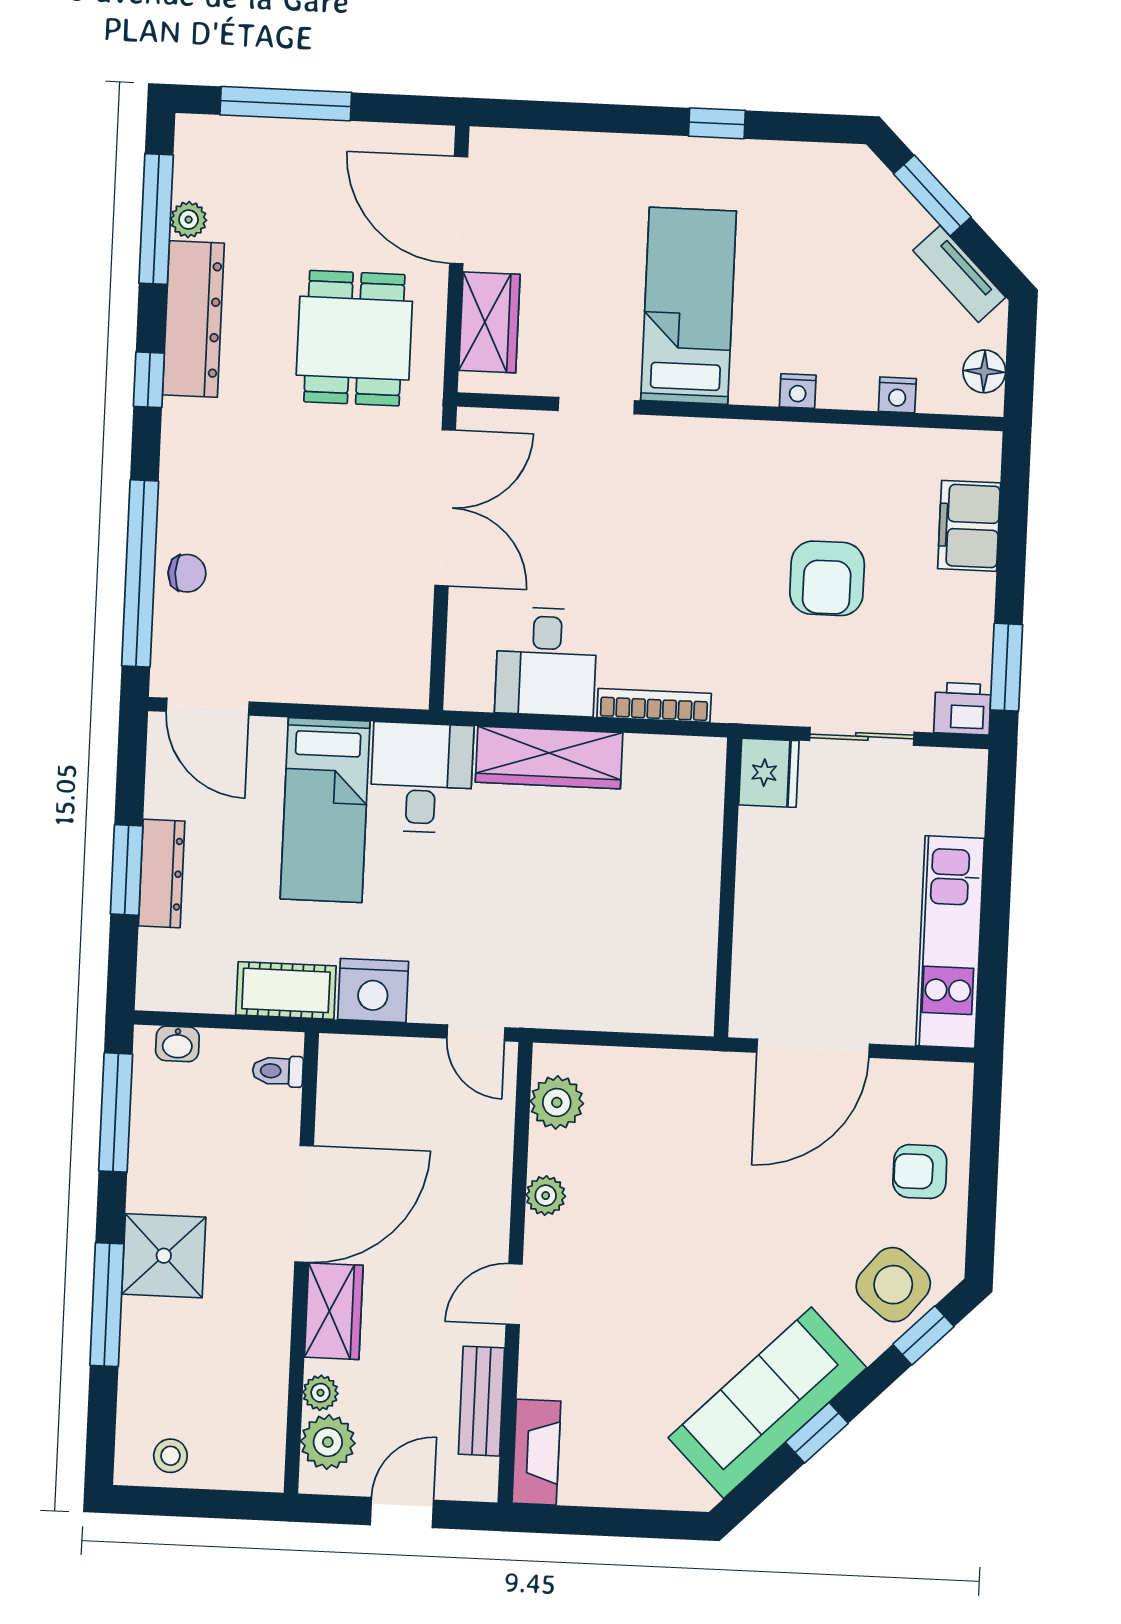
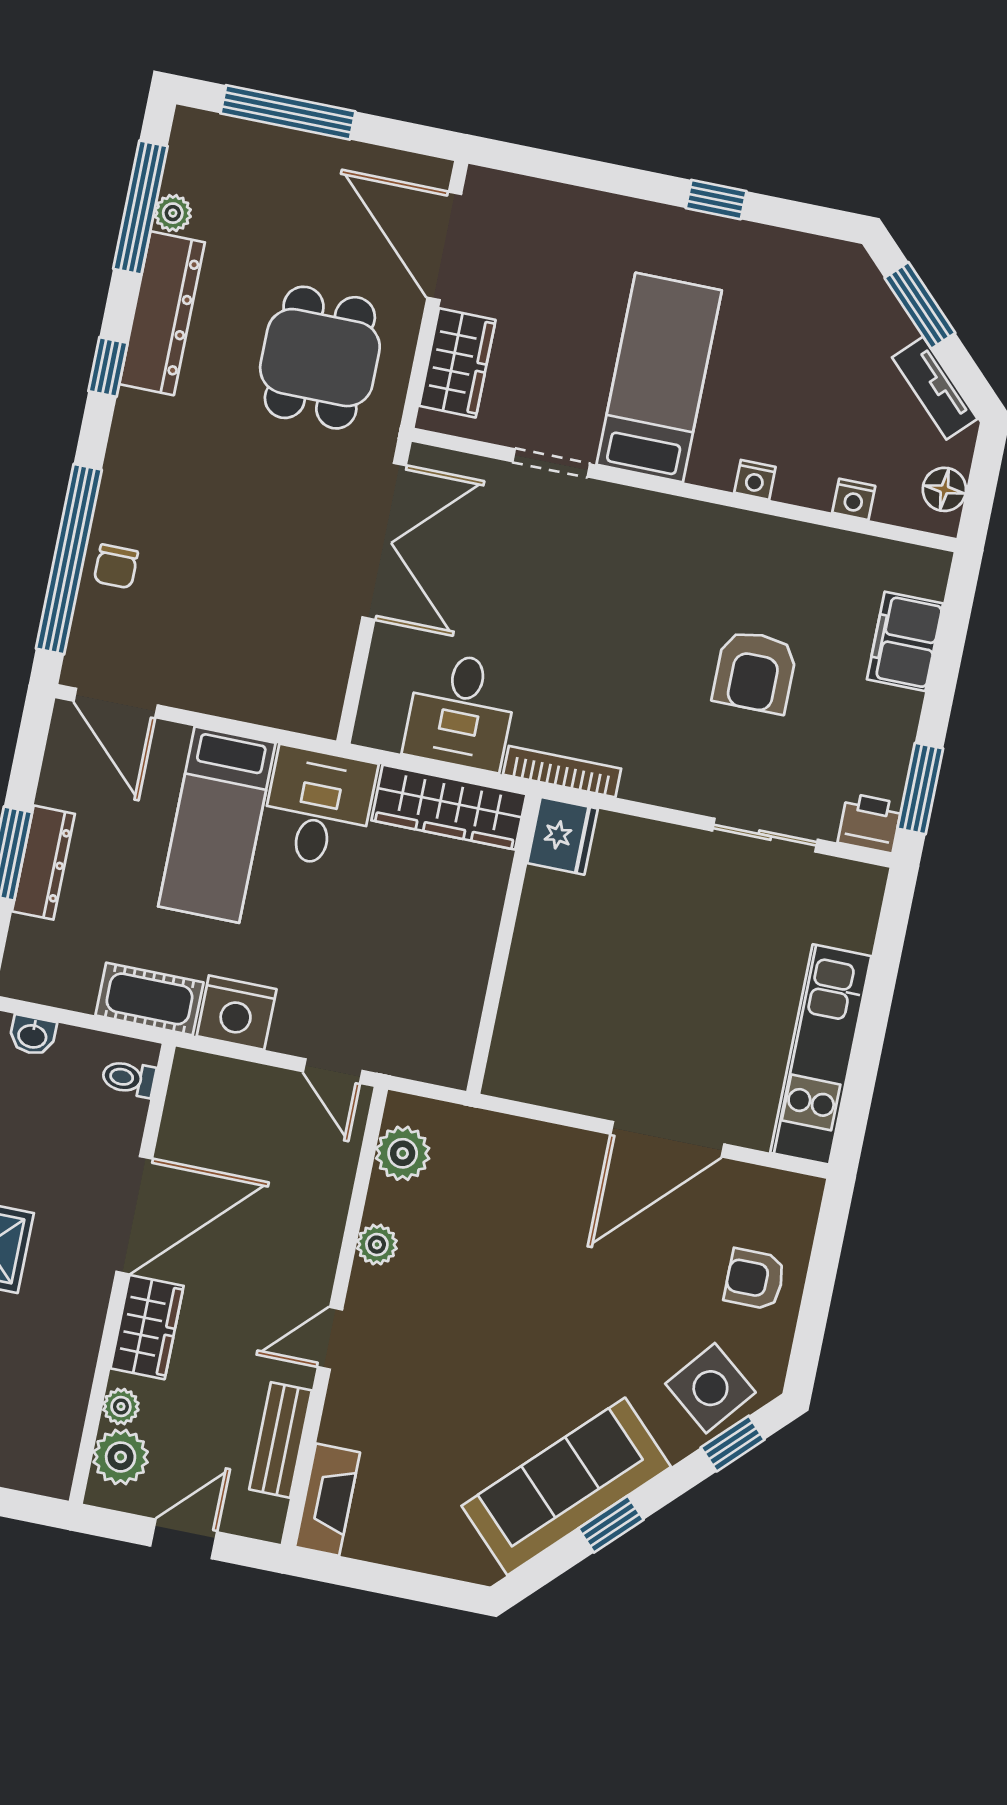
chair: (187, 573) -> (116, 566), turned 90
fridge: (769, 773) -> (563, 836), moved
wall: (728, 887) -> (503, 944), moved

